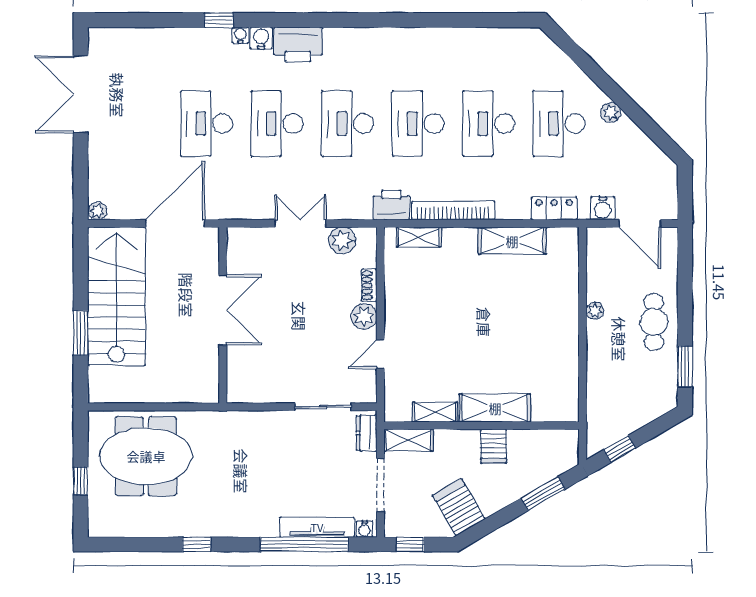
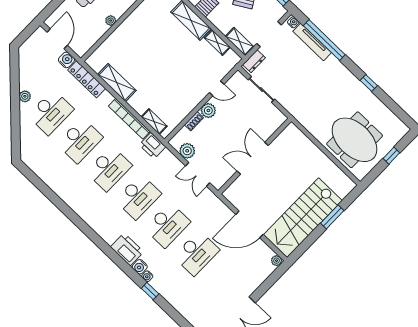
locker: (554, 208) -> (87, 79), width x1.53
double door: (223, 310) -> (253, 158), moved
wall: (223, 315) -> (255, 156), moved

